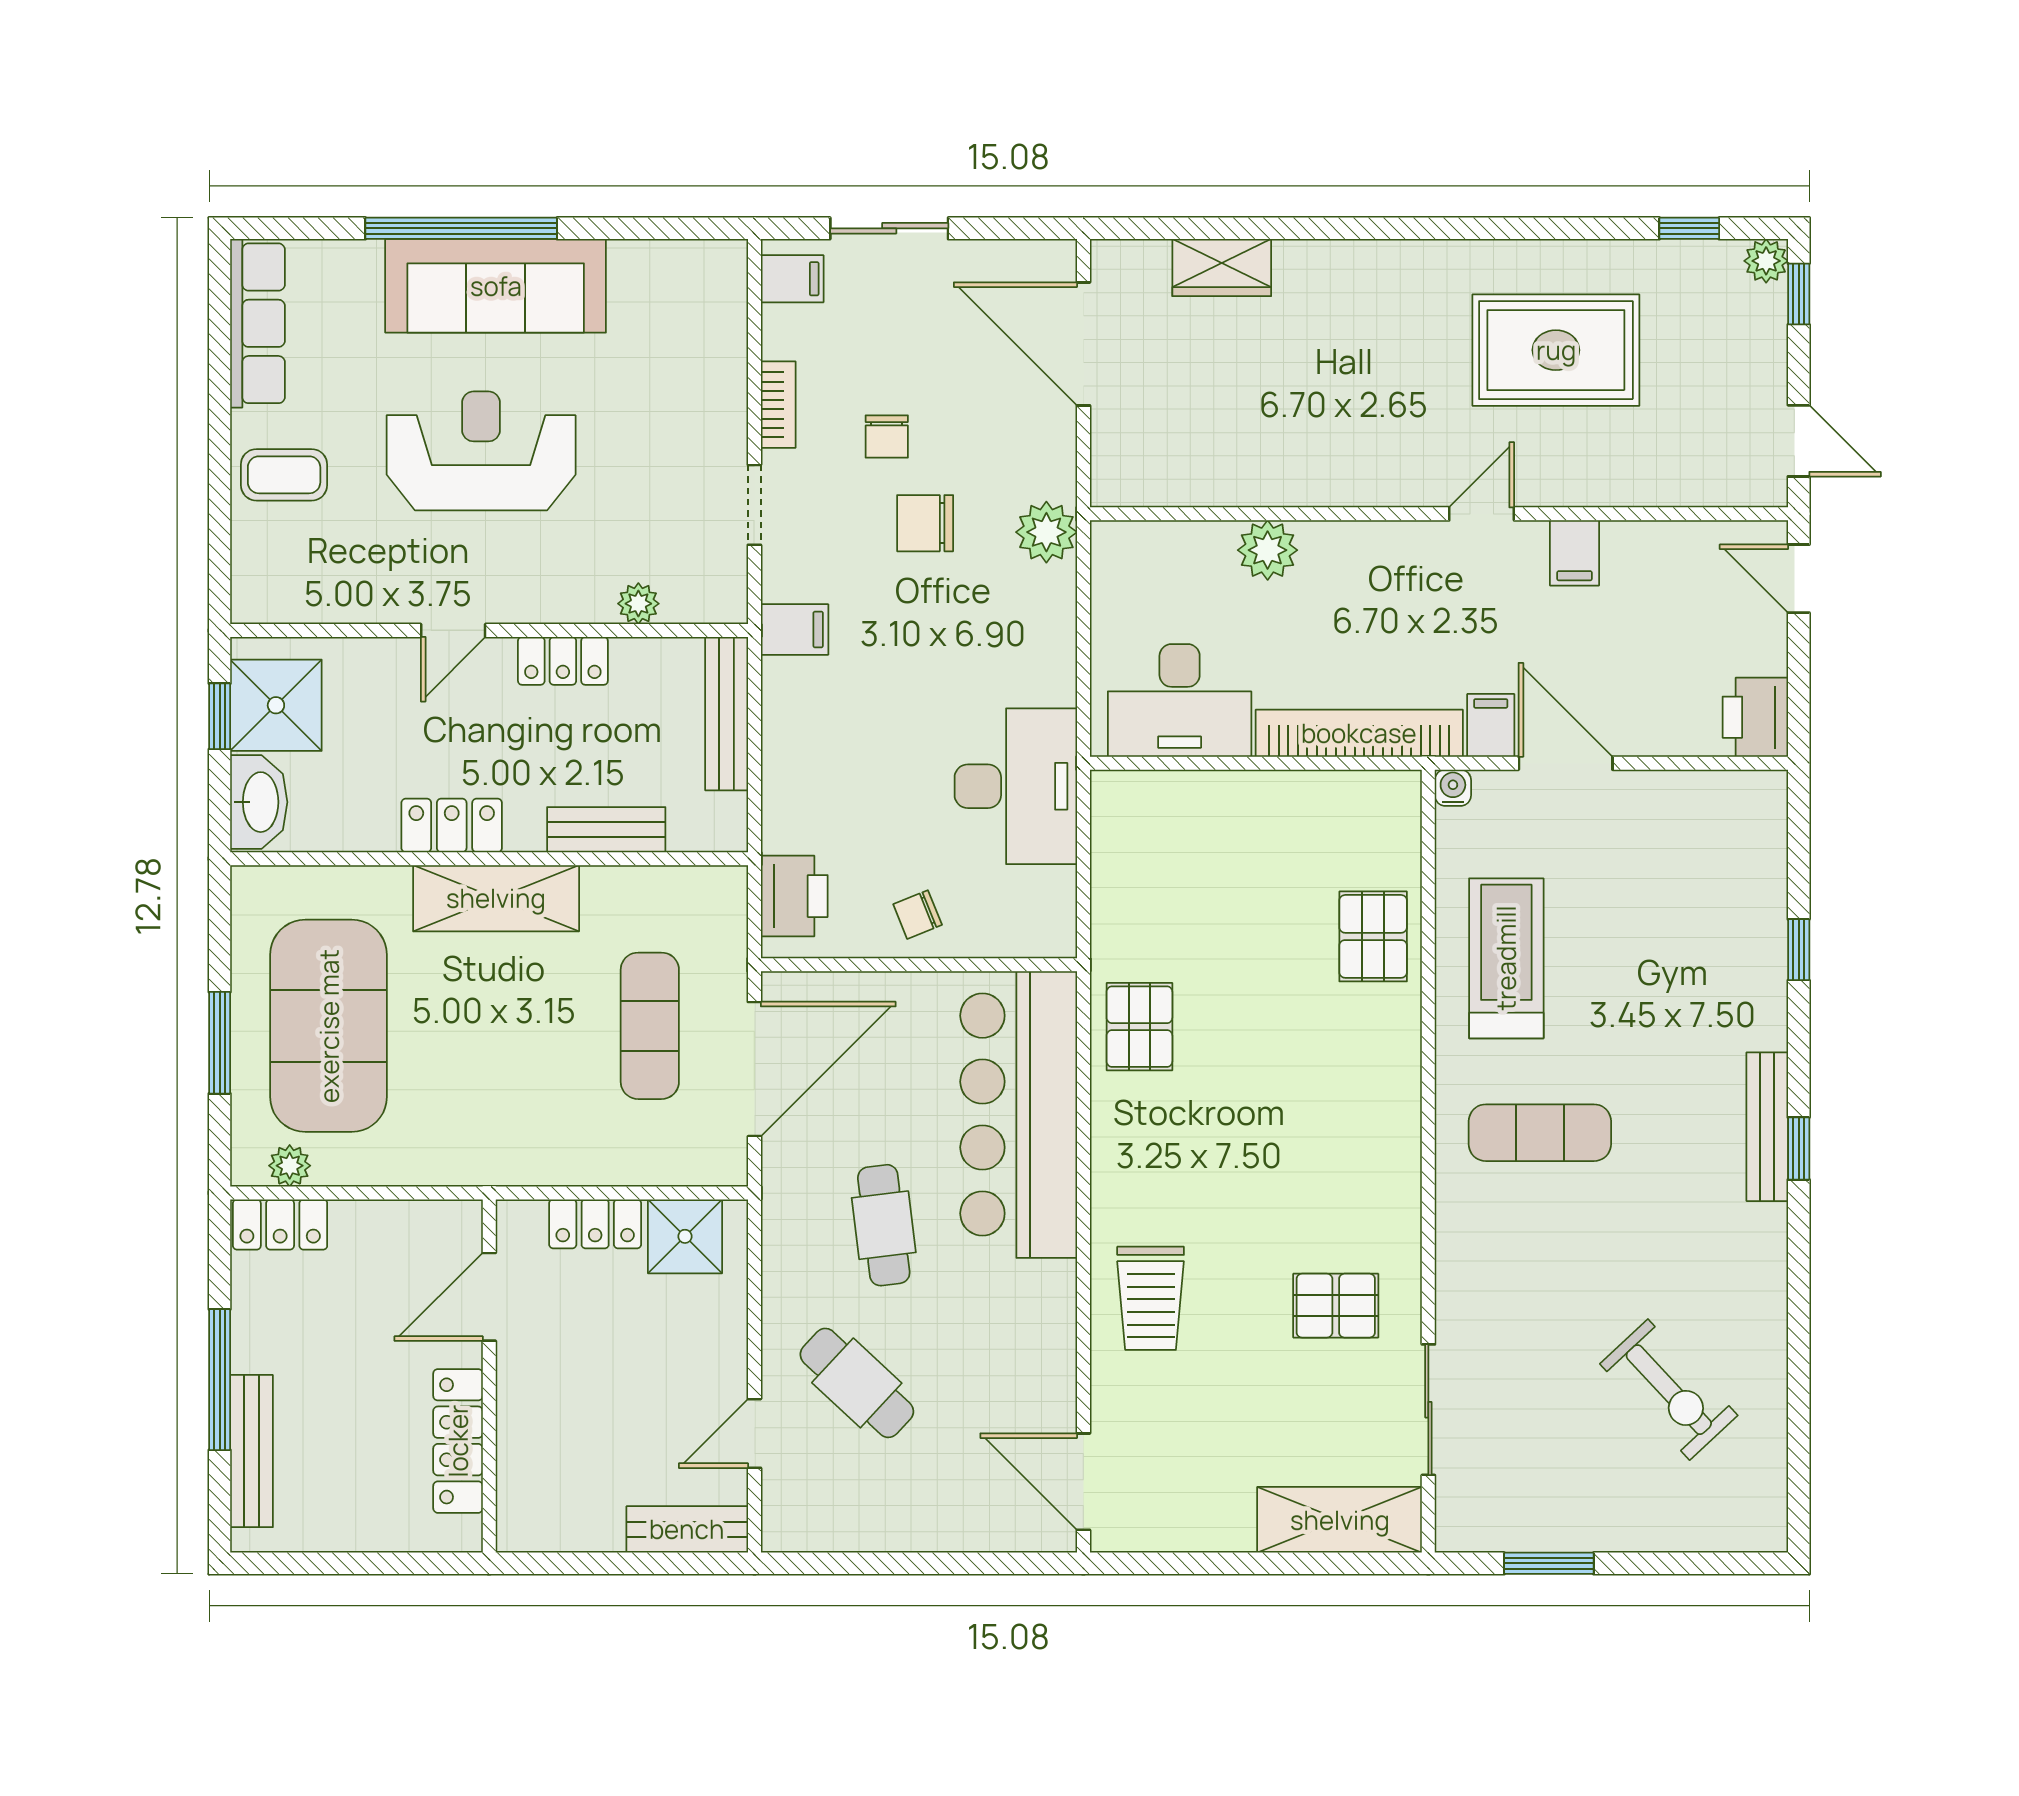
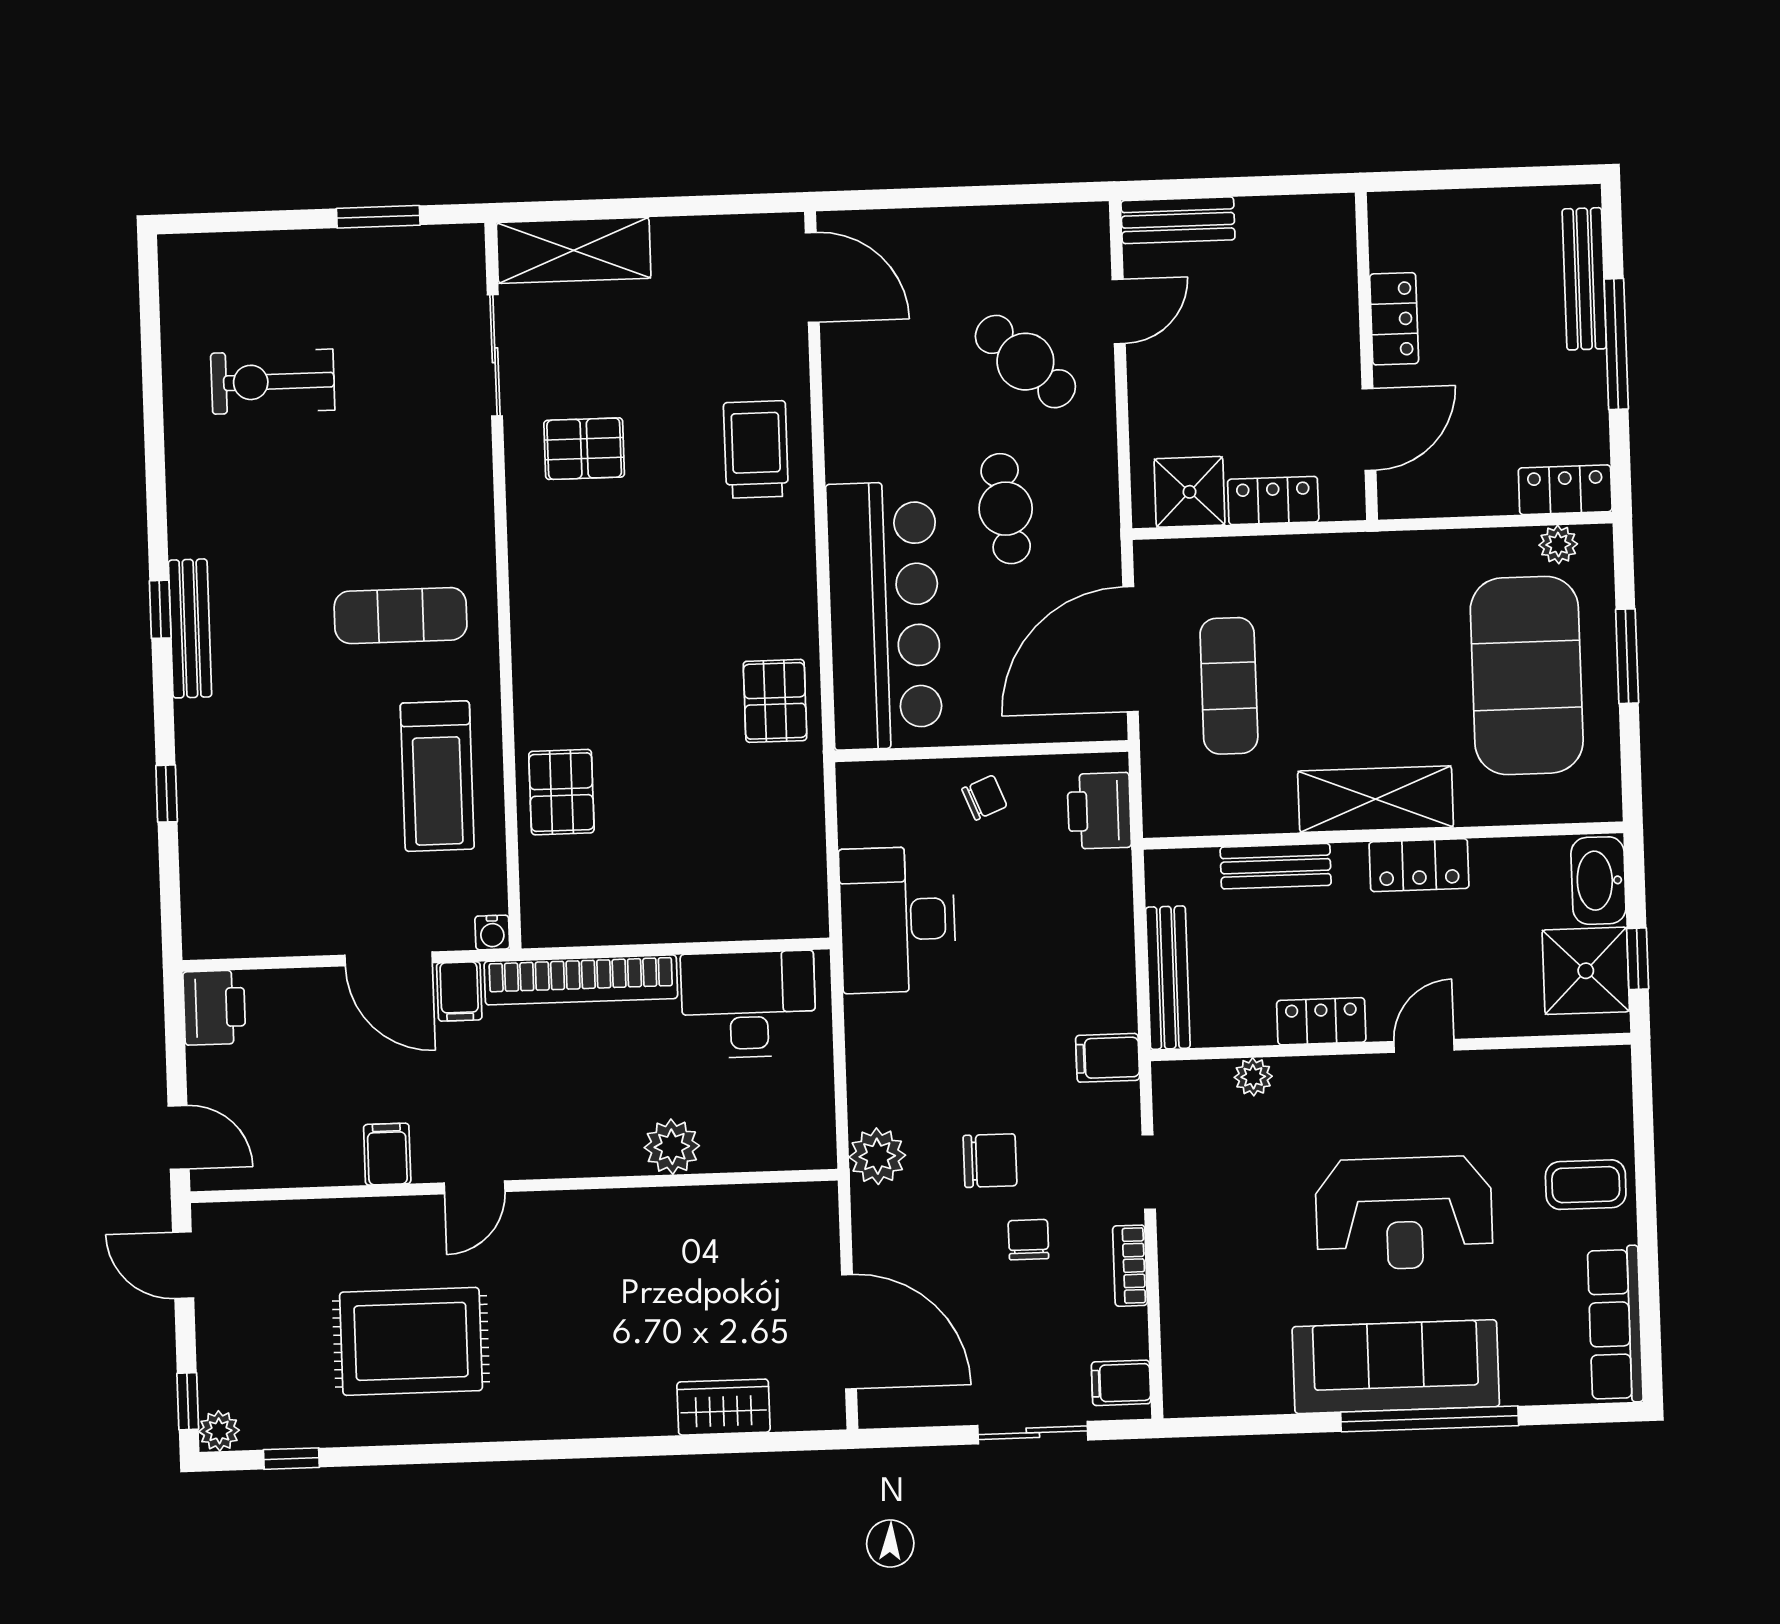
exercise bike: (1669, 1390) -> (273, 382), turned -47
locker: (458, 1441) -> (1394, 319), width x0.66

